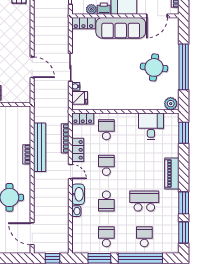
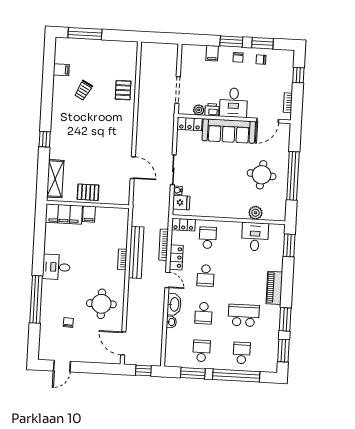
plant: (171, 104) -> (255, 213), moved
school desk: (106, 165) -> (206, 275), turned 180

